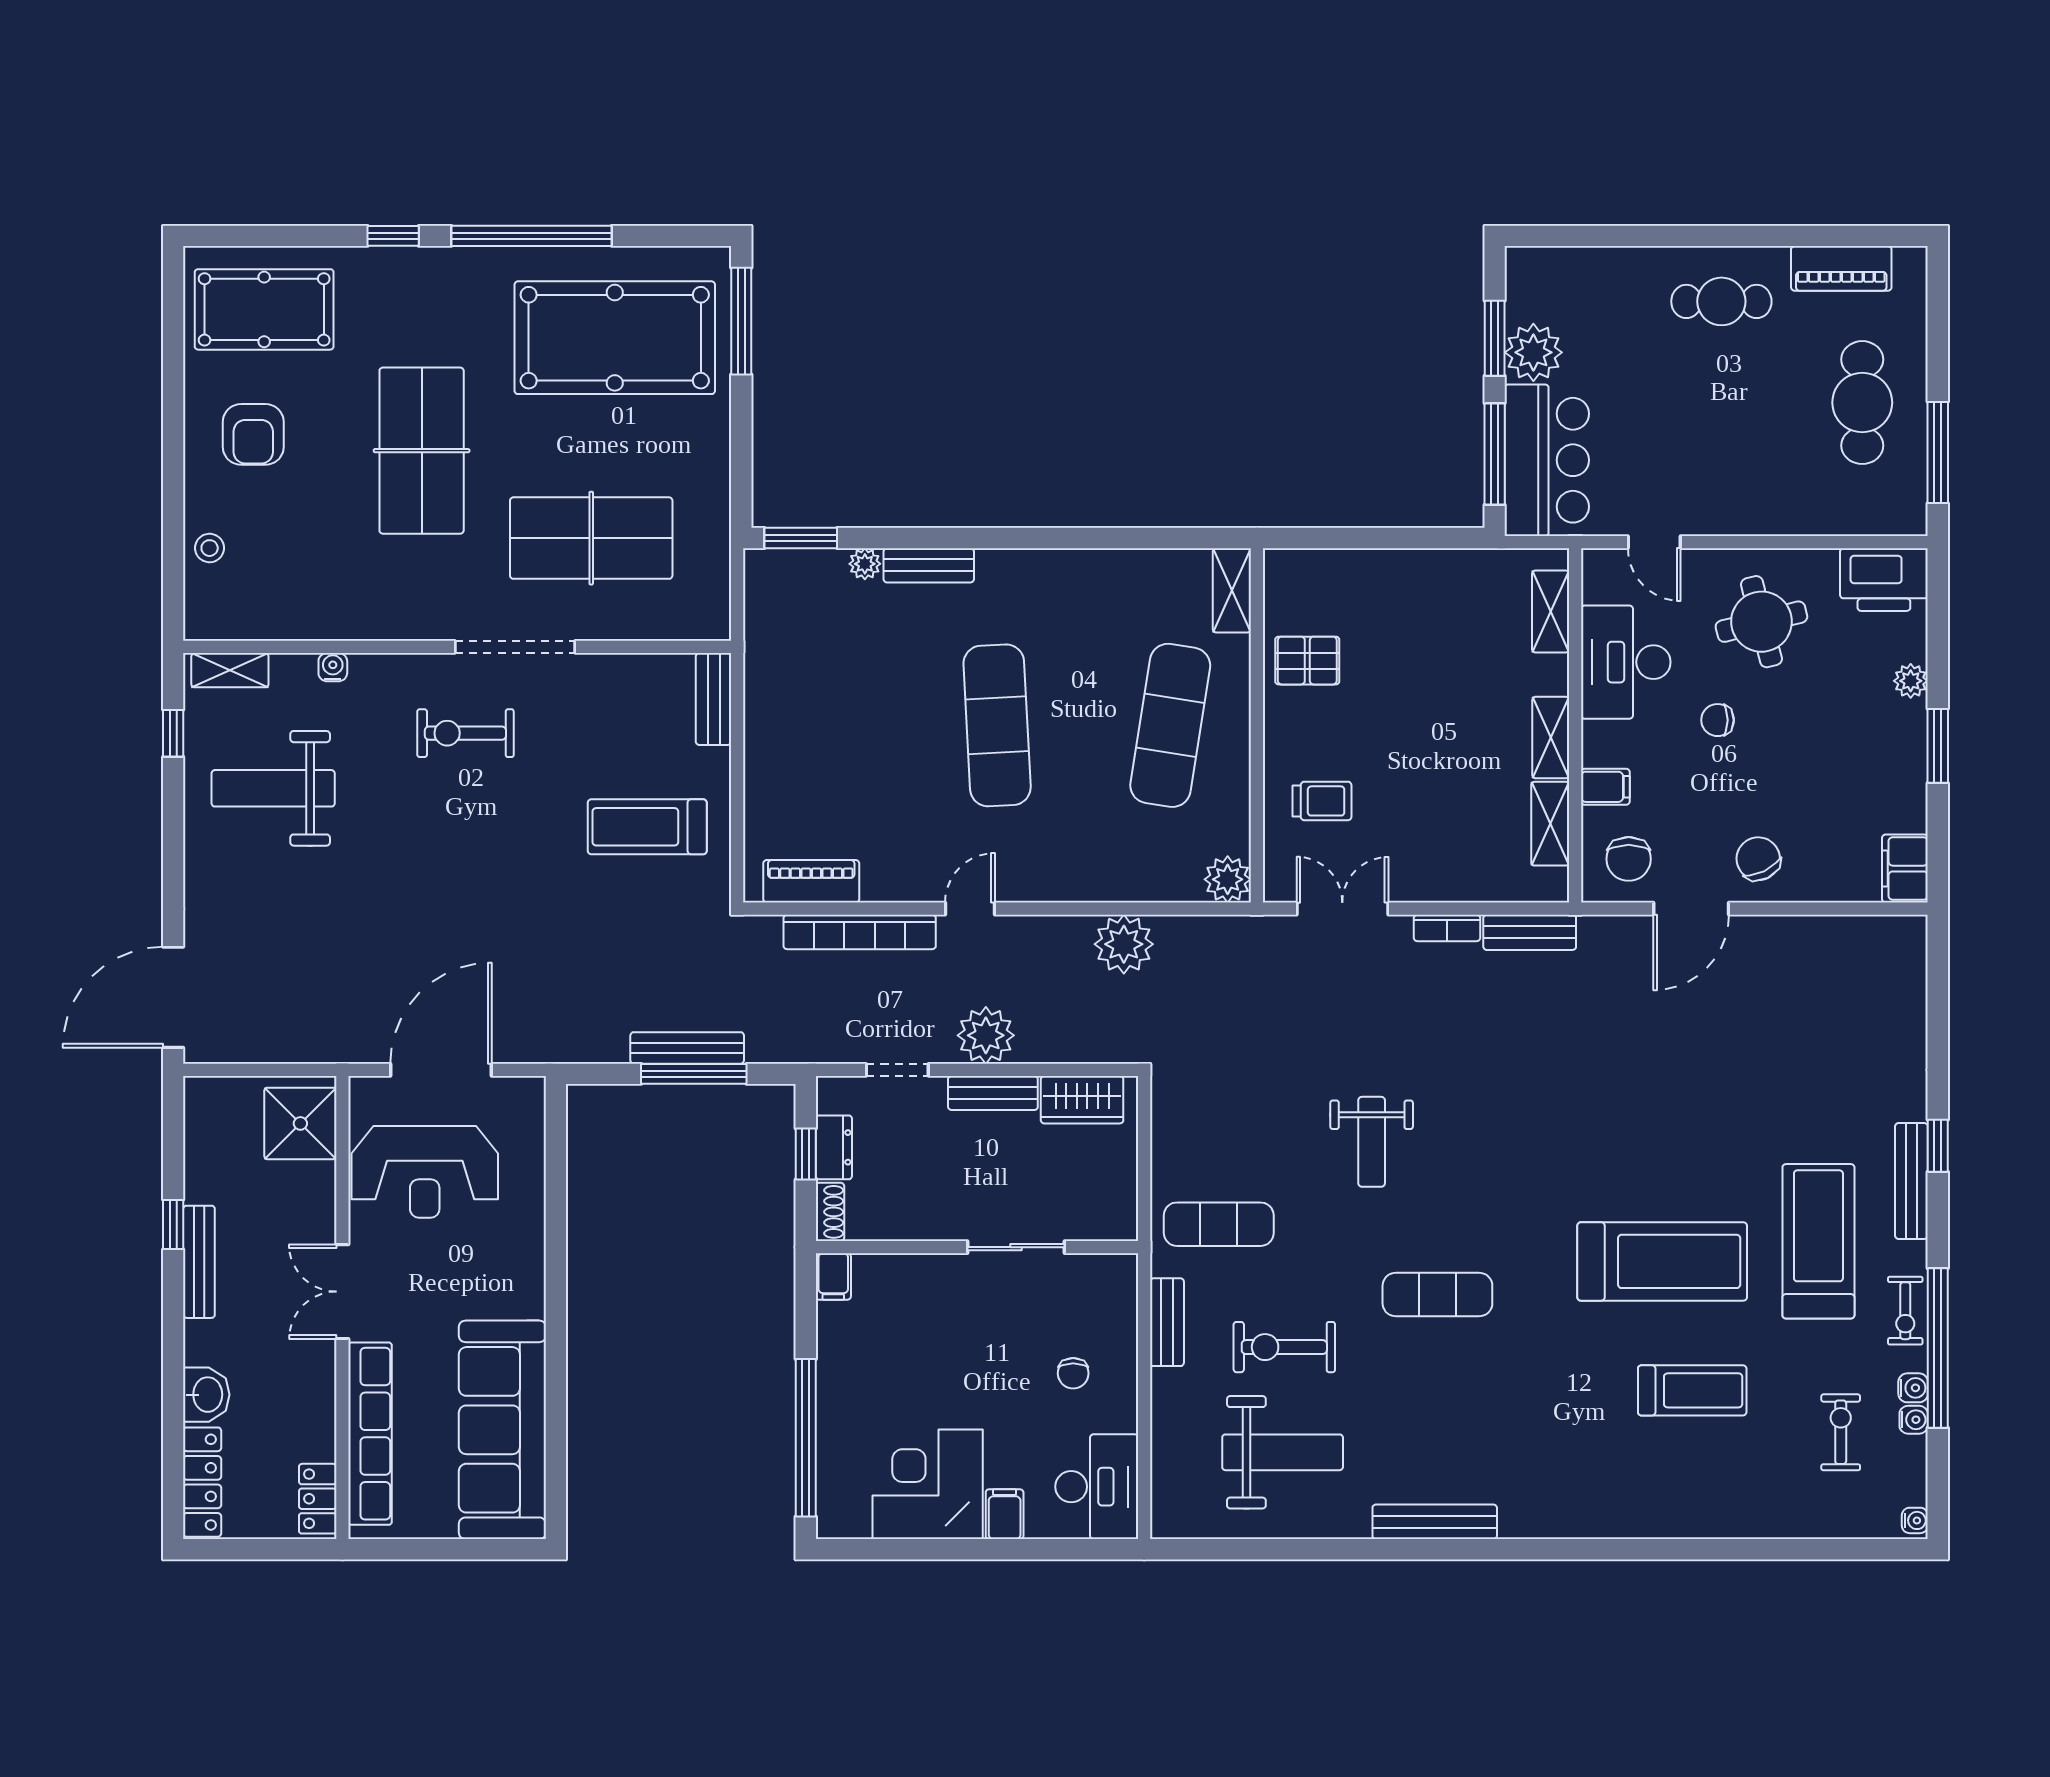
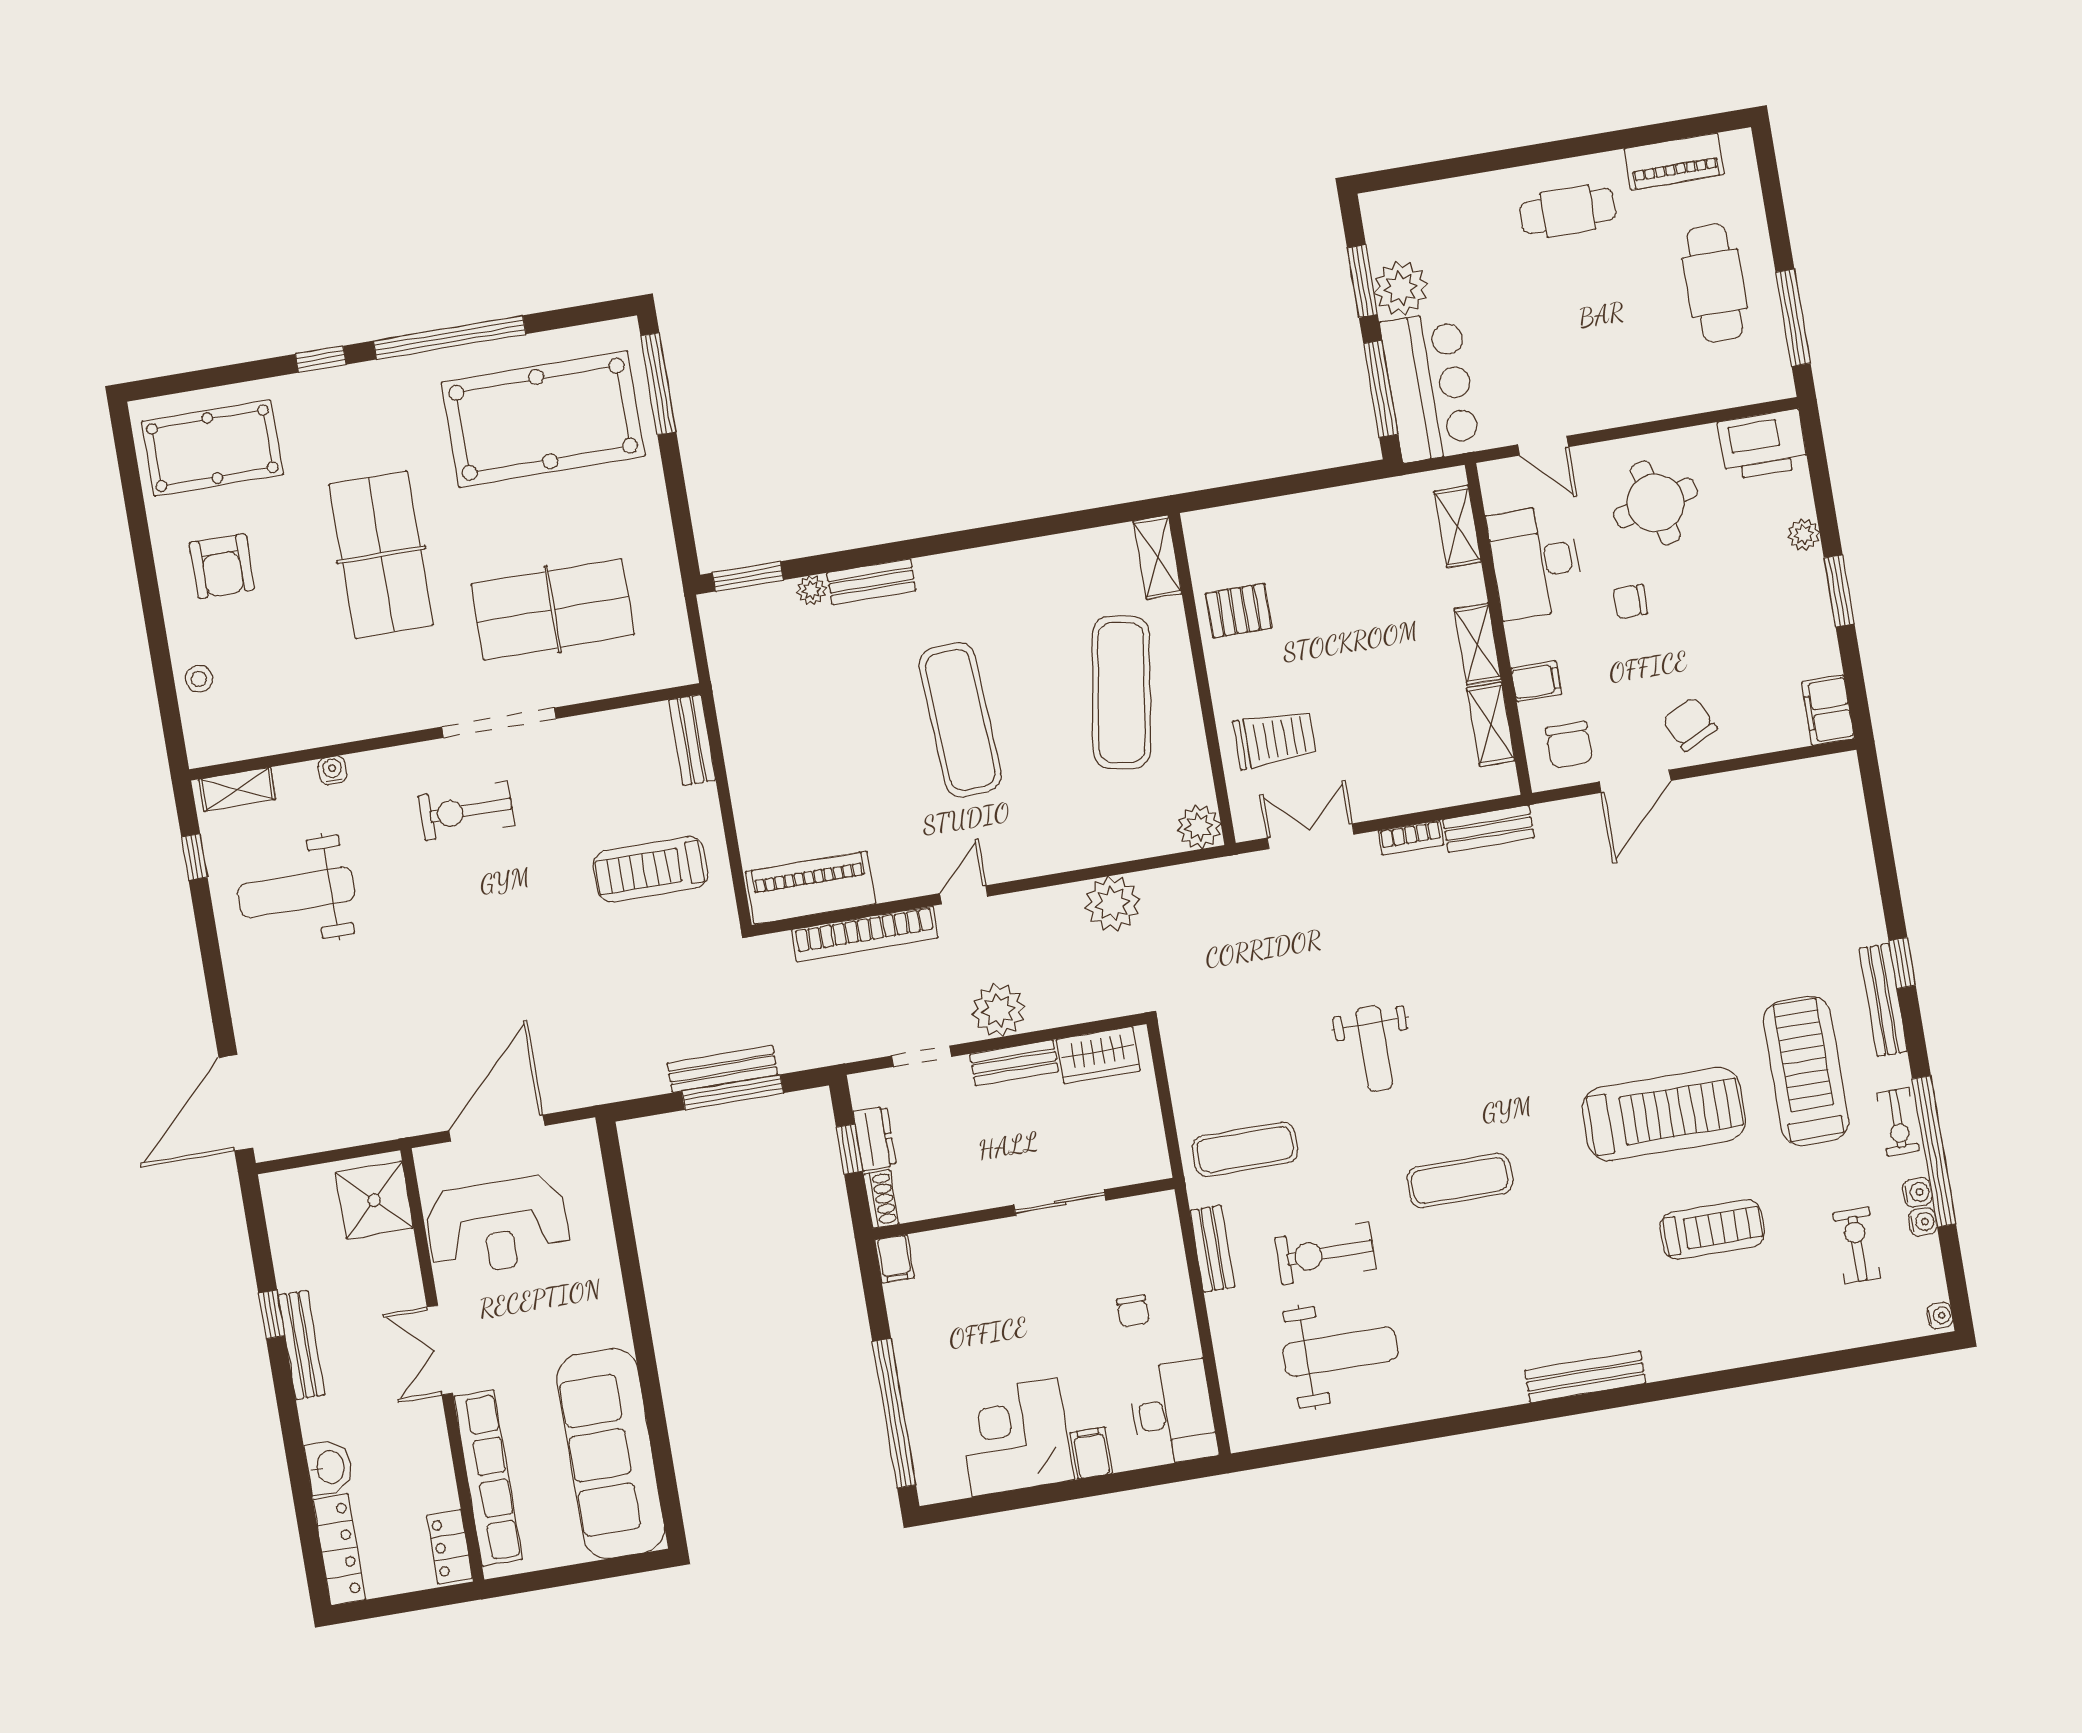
trolley: (1322, 801) -> (1275, 739), width x1.36, depth x1.39
piano: (811, 881) -> (811, 888), width x1.37, depth x1.33
bench: (1435, 1522) -> (1585, 1377), moved

